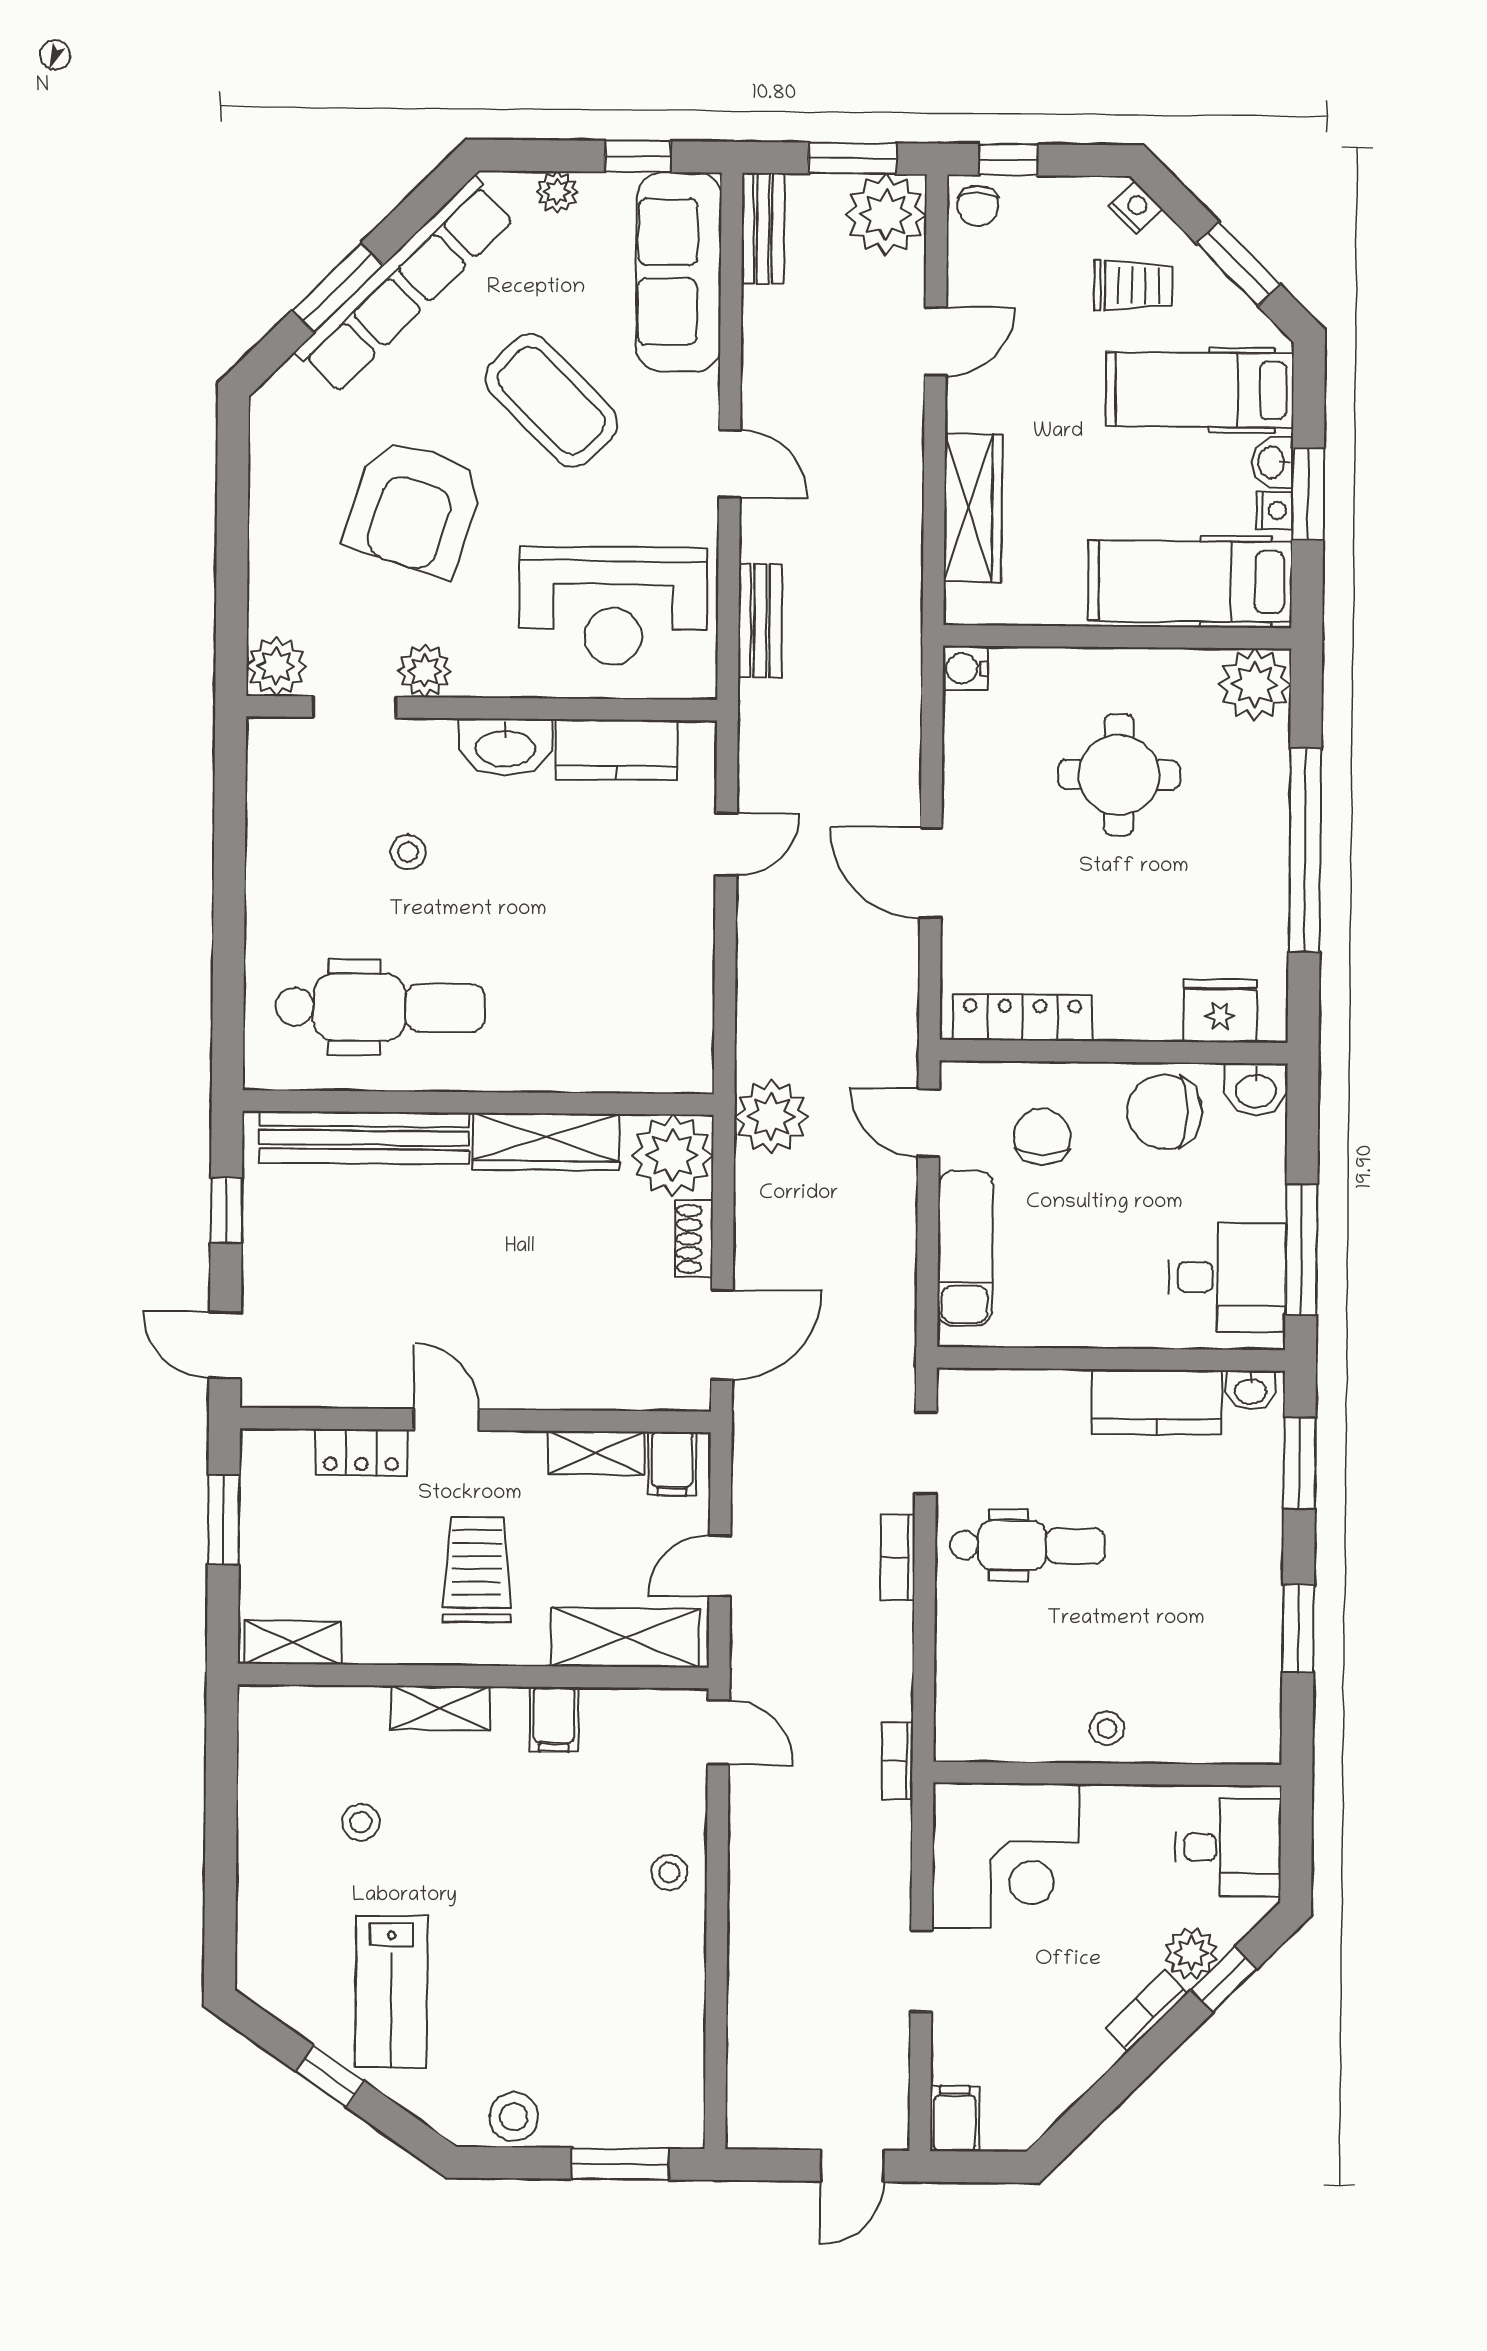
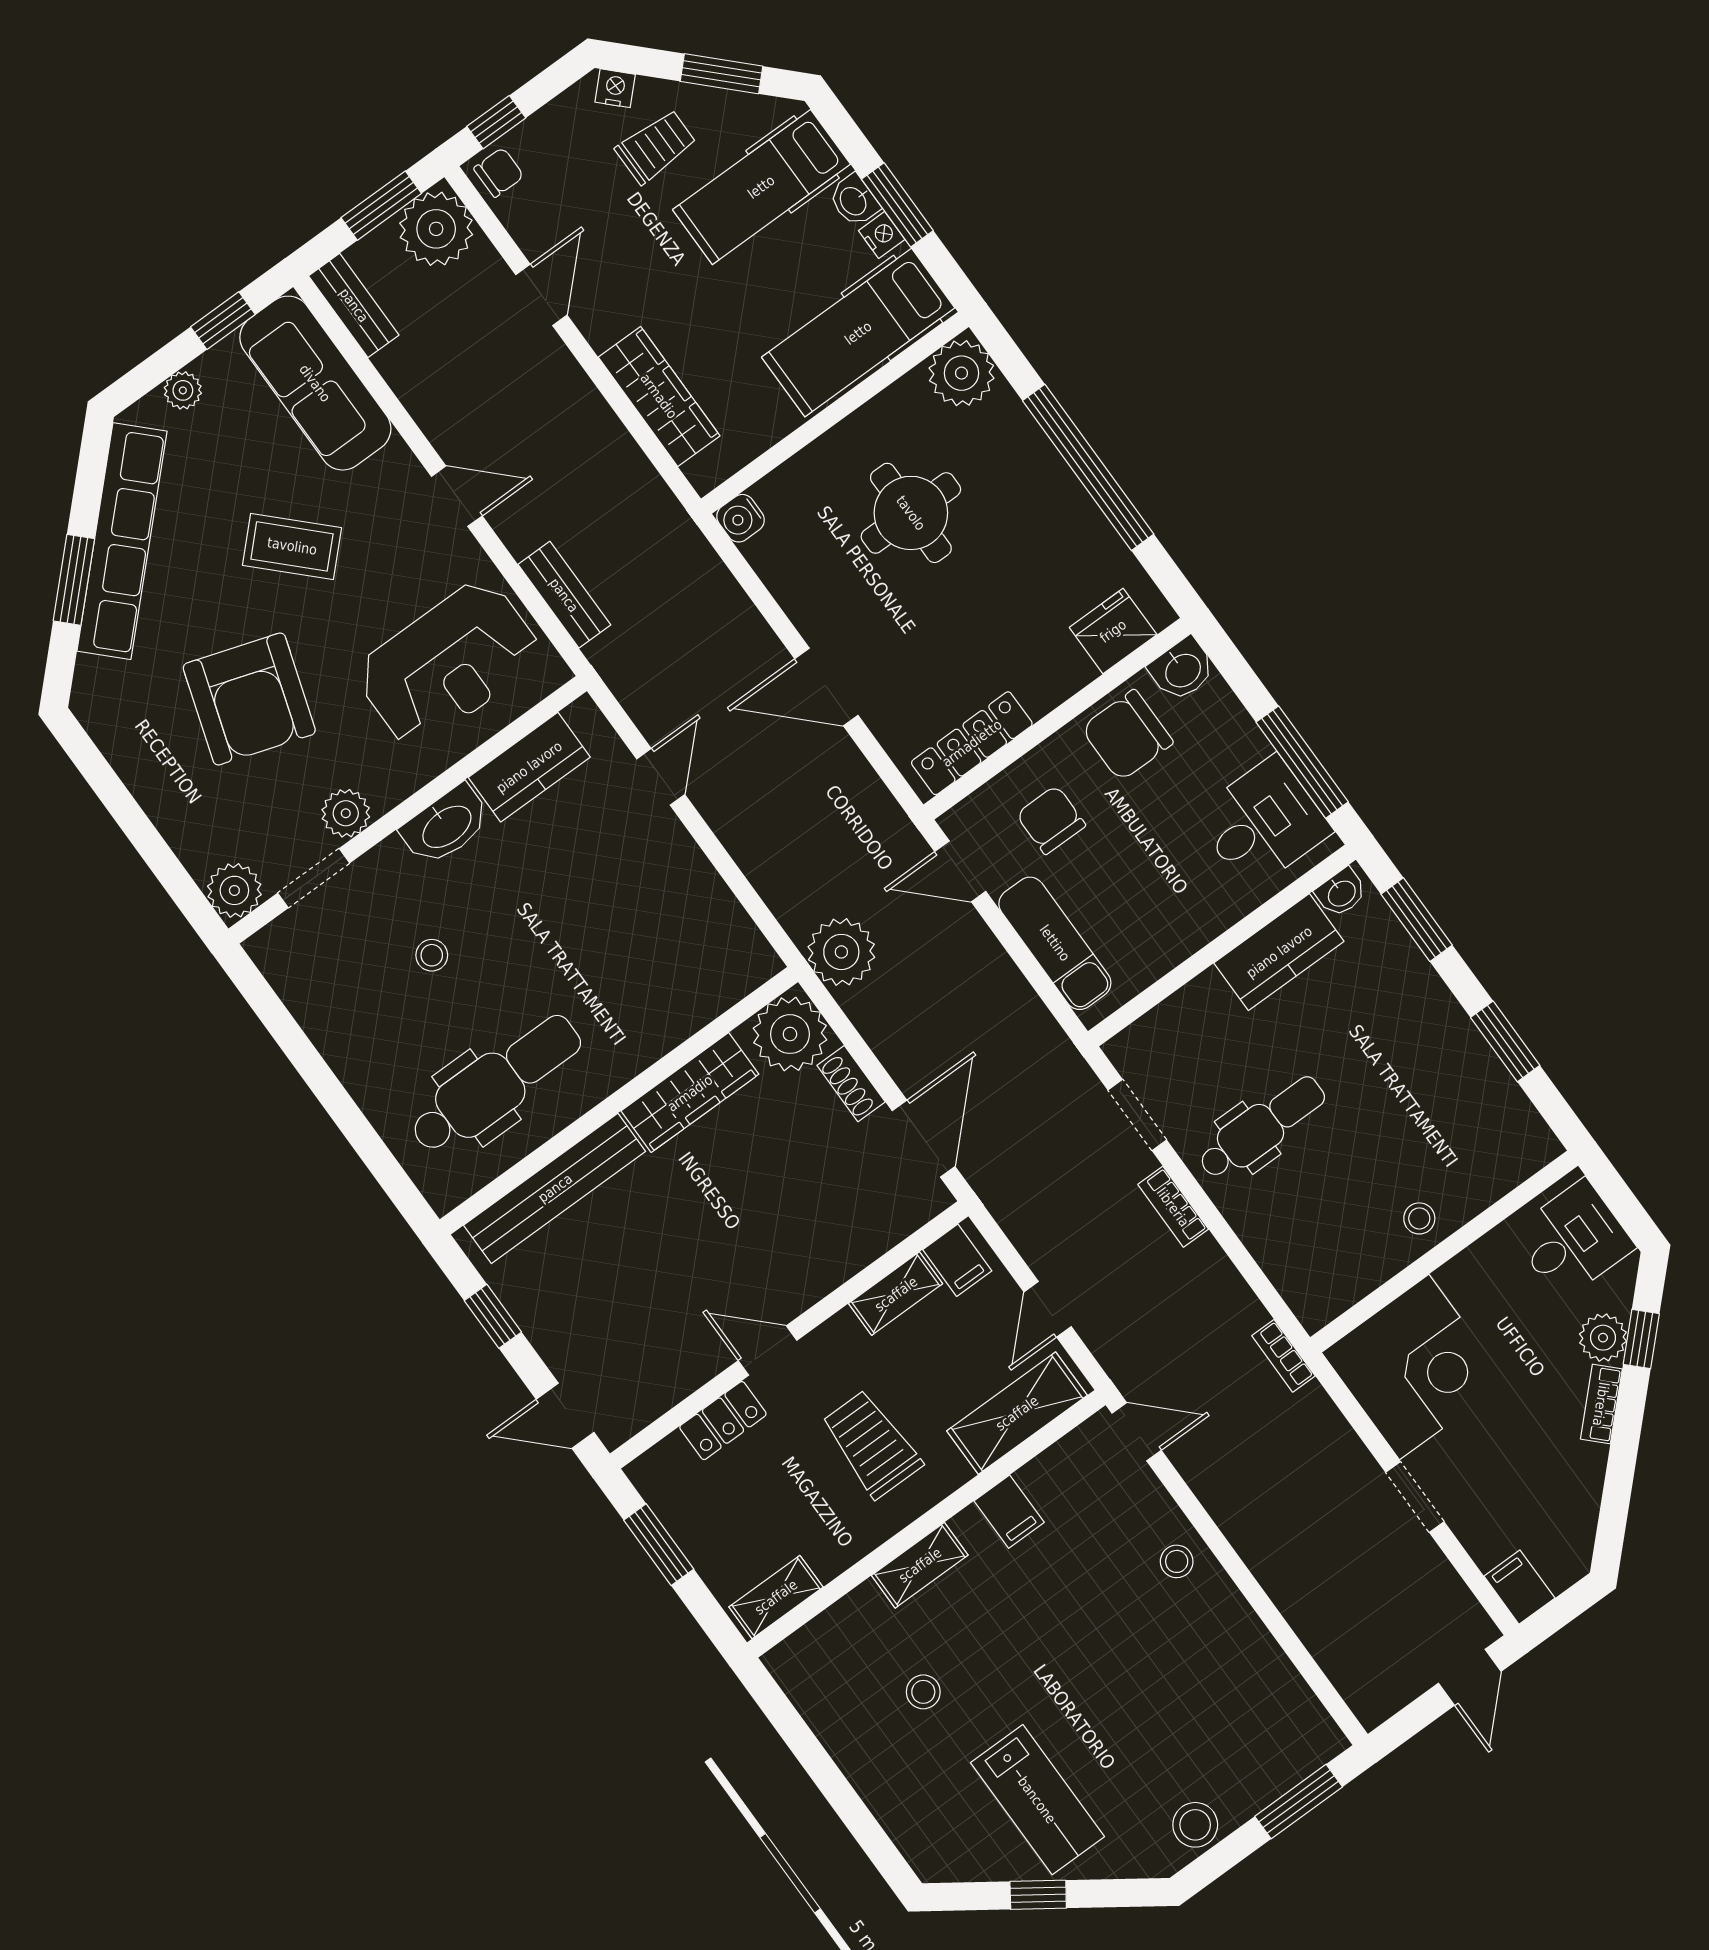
chair: (978, 206) -> (499, 172), turned -90
coffee table: (551, 401) -> (292, 546), width x0.73, depth x0.76

